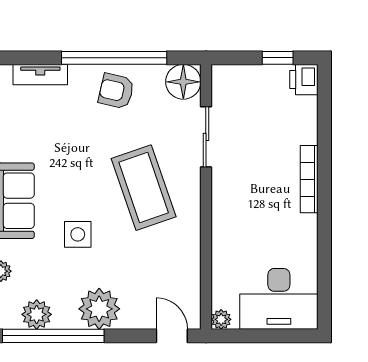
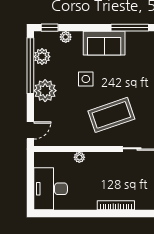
plant: (221, 319) -> (79, 157), moved

